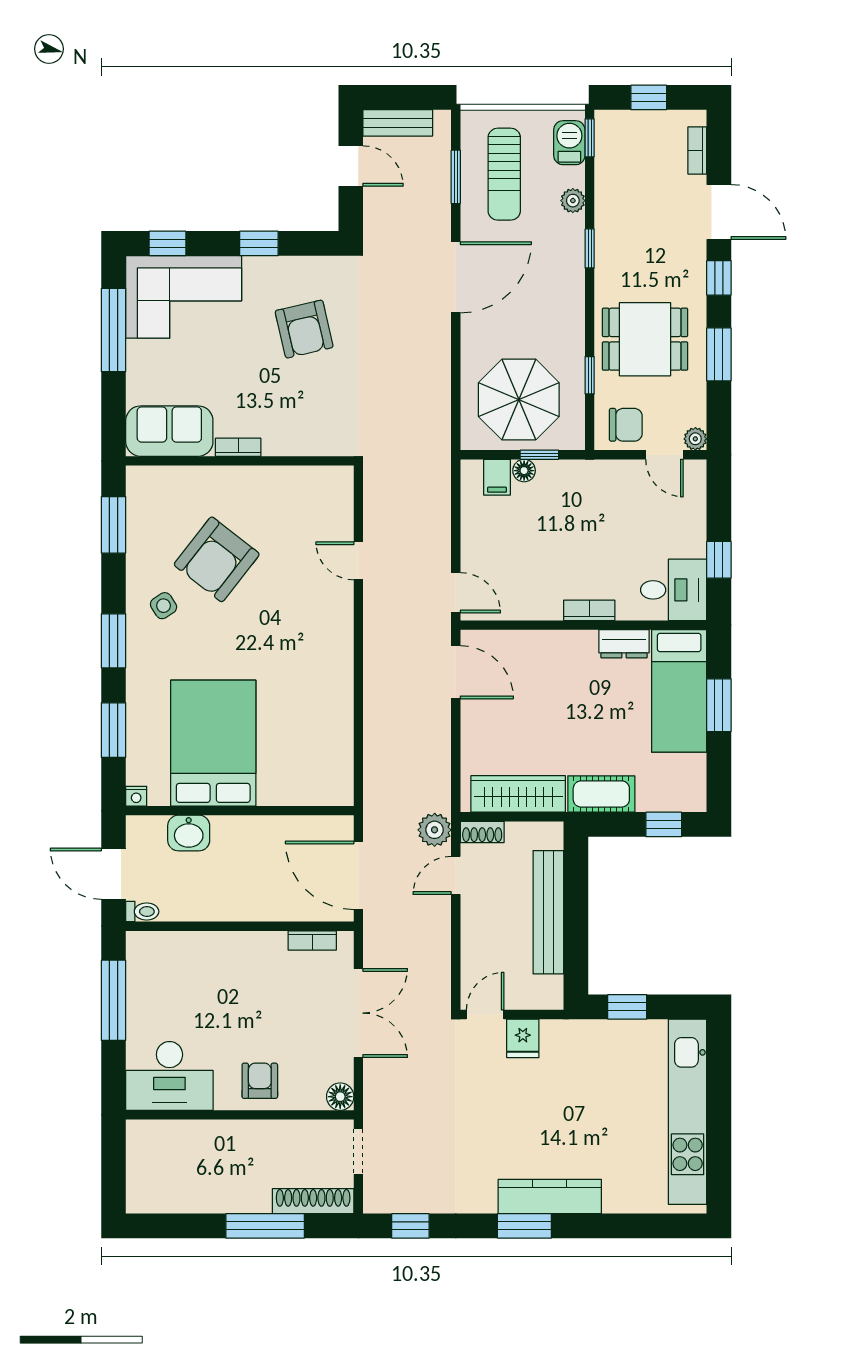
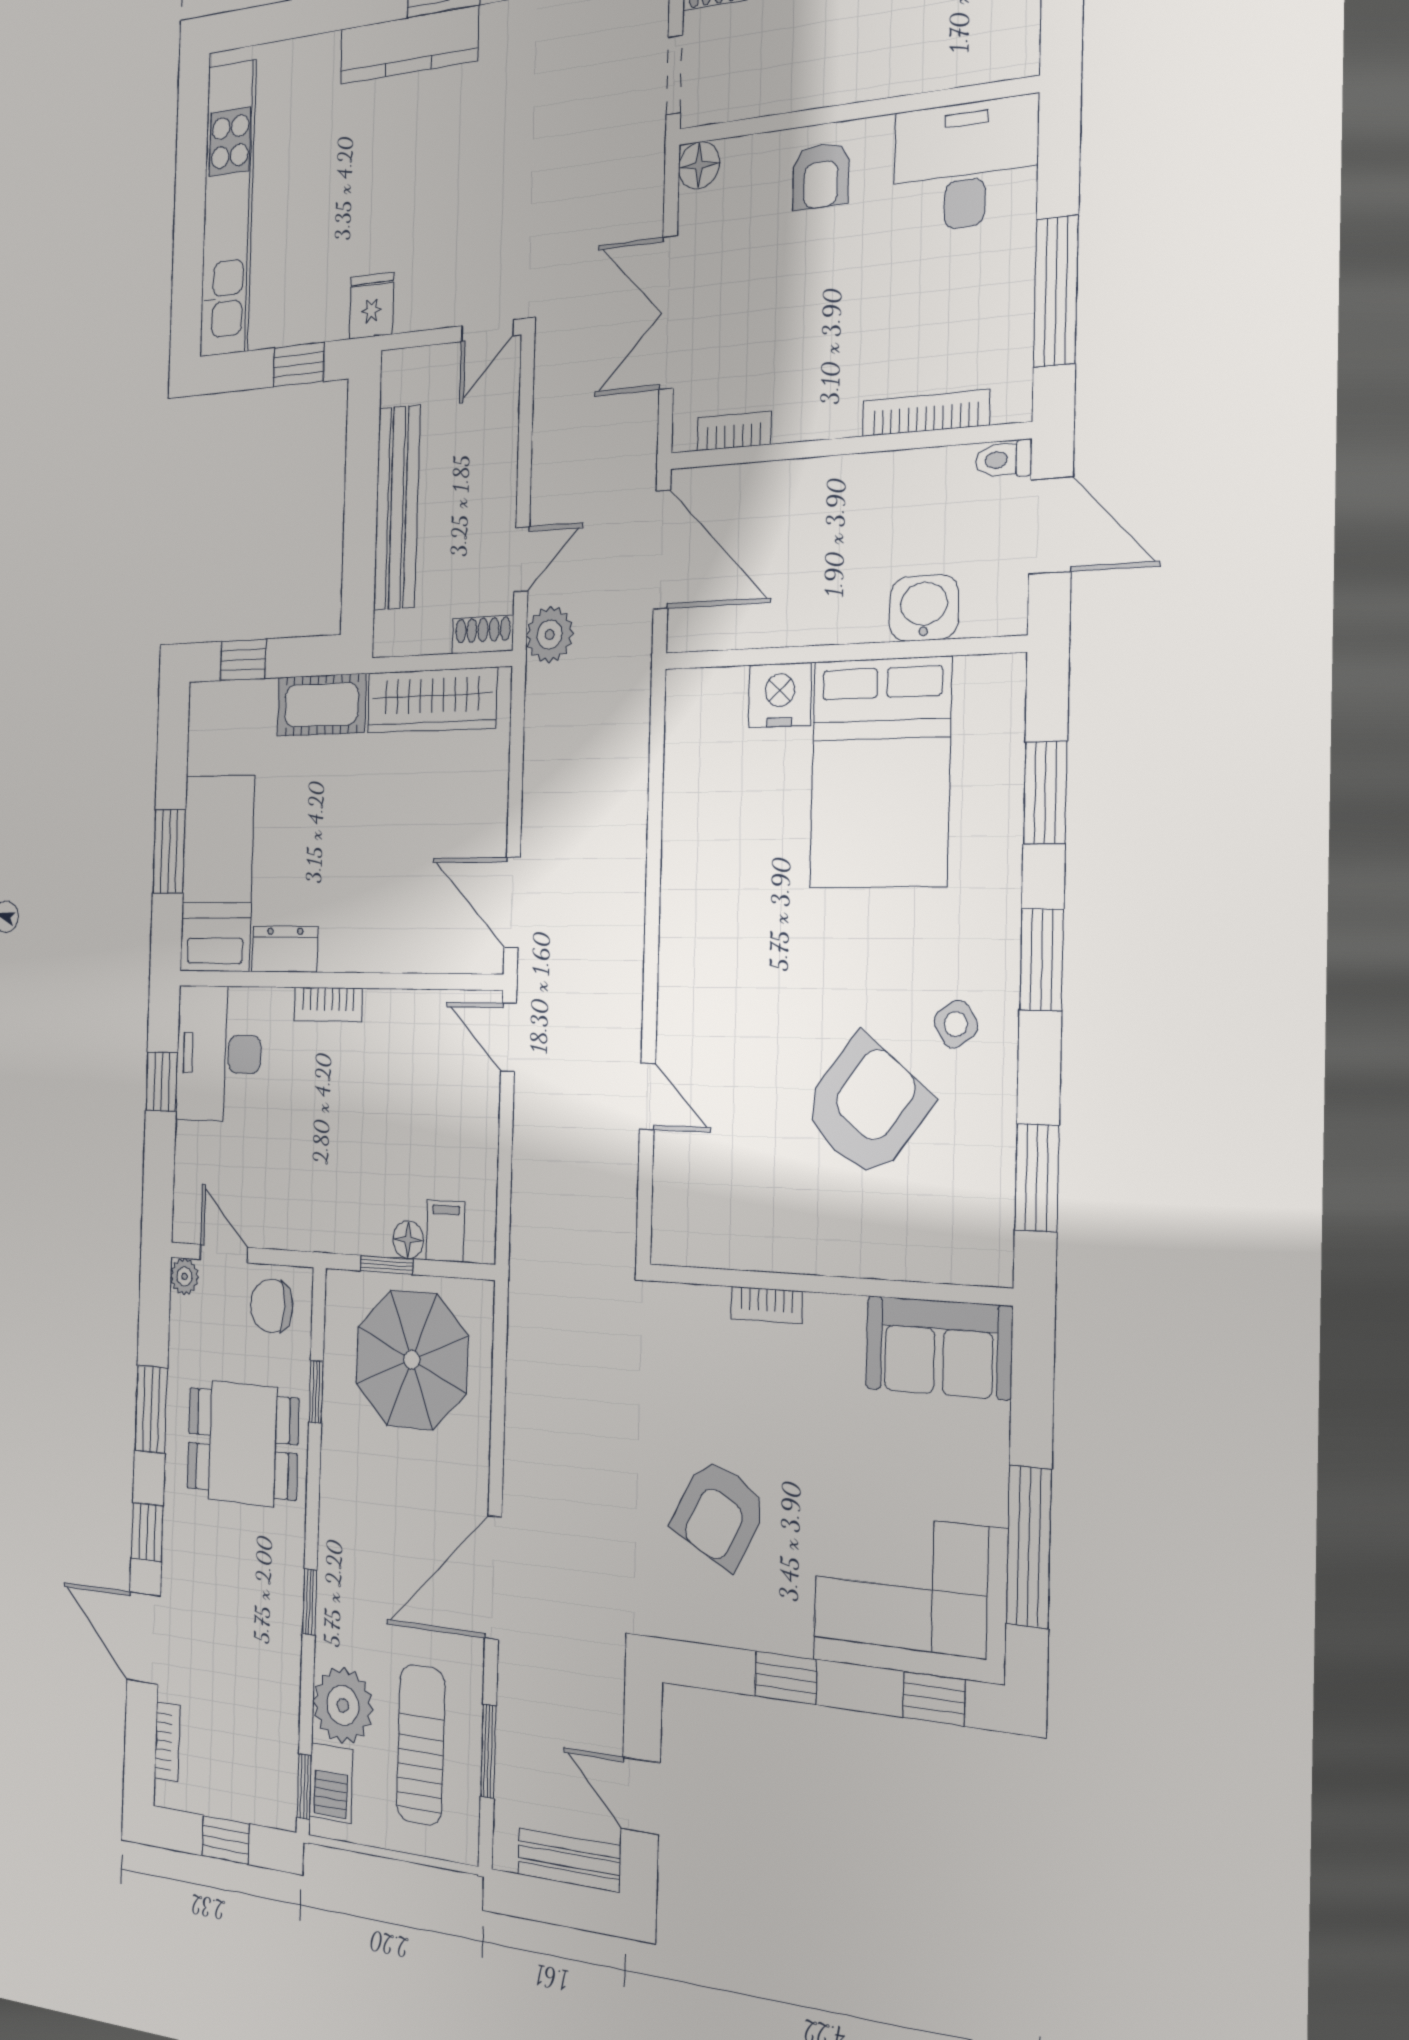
plant: (573, 201) -> (343, 1705), width x1.88, depth x1.88
armchair: (304, 329) -> (719, 1514), turned -139
bookcase: (238, 447) -> (767, 1305), moved
desk: (674, 590) -> (219, 1054), width x1.37
nightstand: (136, 796) -> (780, 695), moved, width x1.89, depth x1.79
bookcase: (190, 941) -> (926, 413), added
fridge: (523, 1038) -> (372, 306), moved

